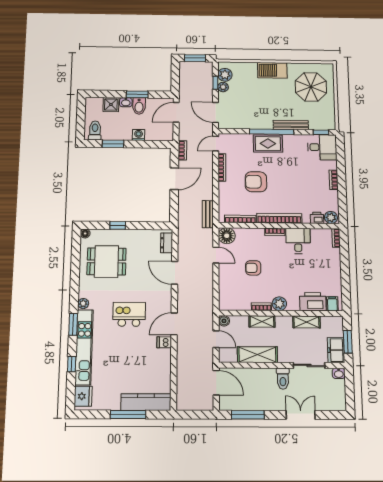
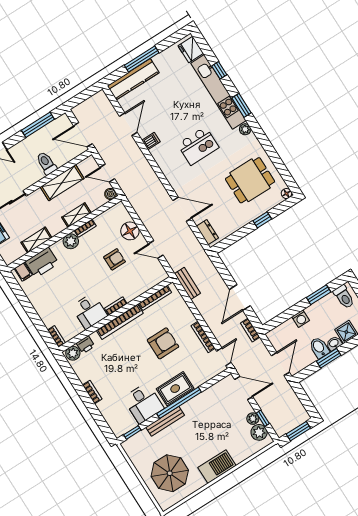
desk: (322, 147) -> (143, 403), moved, turned -90
floor lamp: (227, 236) -> (130, 231), moved
door: (174, 324) -> (128, 124), moved
toilet: (283, 379) -> (46, 163), moved

